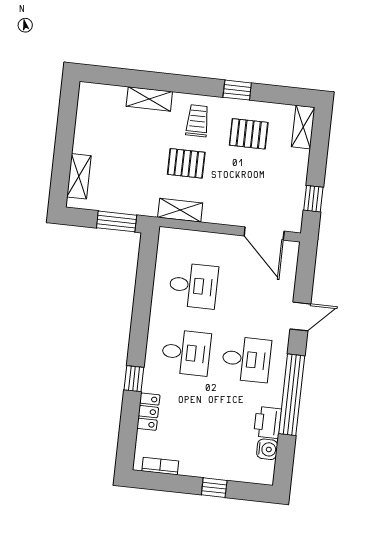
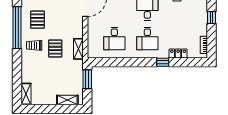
window: (237, 90) -> (17, 28), width x3.17
shelving: (149, 99) -> (26, 94), moved
desk: (193, 286) -> (114, 38), turned 180
desk: (186, 353) -> (147, 38), turned 180

